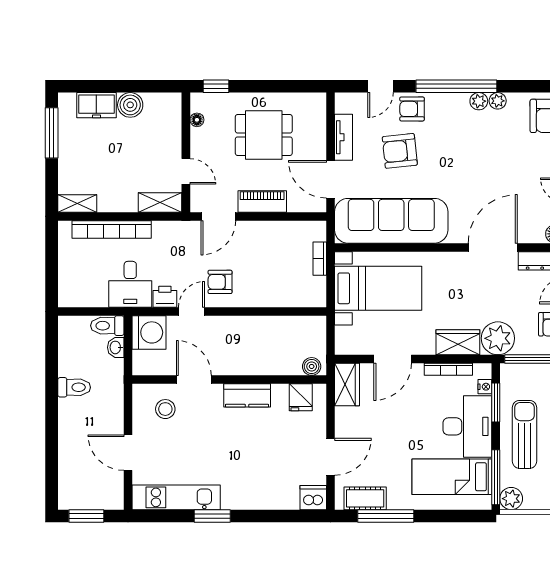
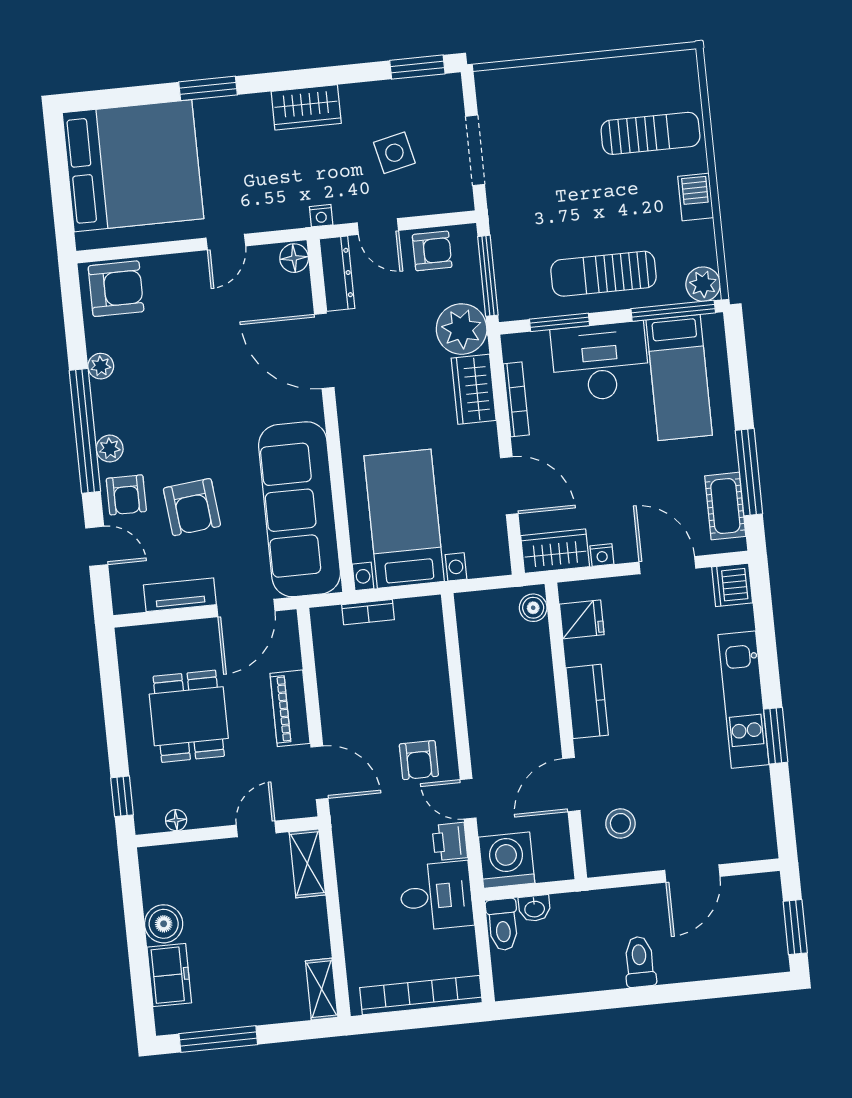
plant: (479, 101) -> (110, 449), moved
bookcase: (112, 230) -> (421, 995), moved, turned -90
toilet: (74, 387) -> (640, 962), moved
nightstand: (485, 387) -> (602, 555), moved, turned 180
kitchen unit: (176, 497) -> (743, 700), moved

